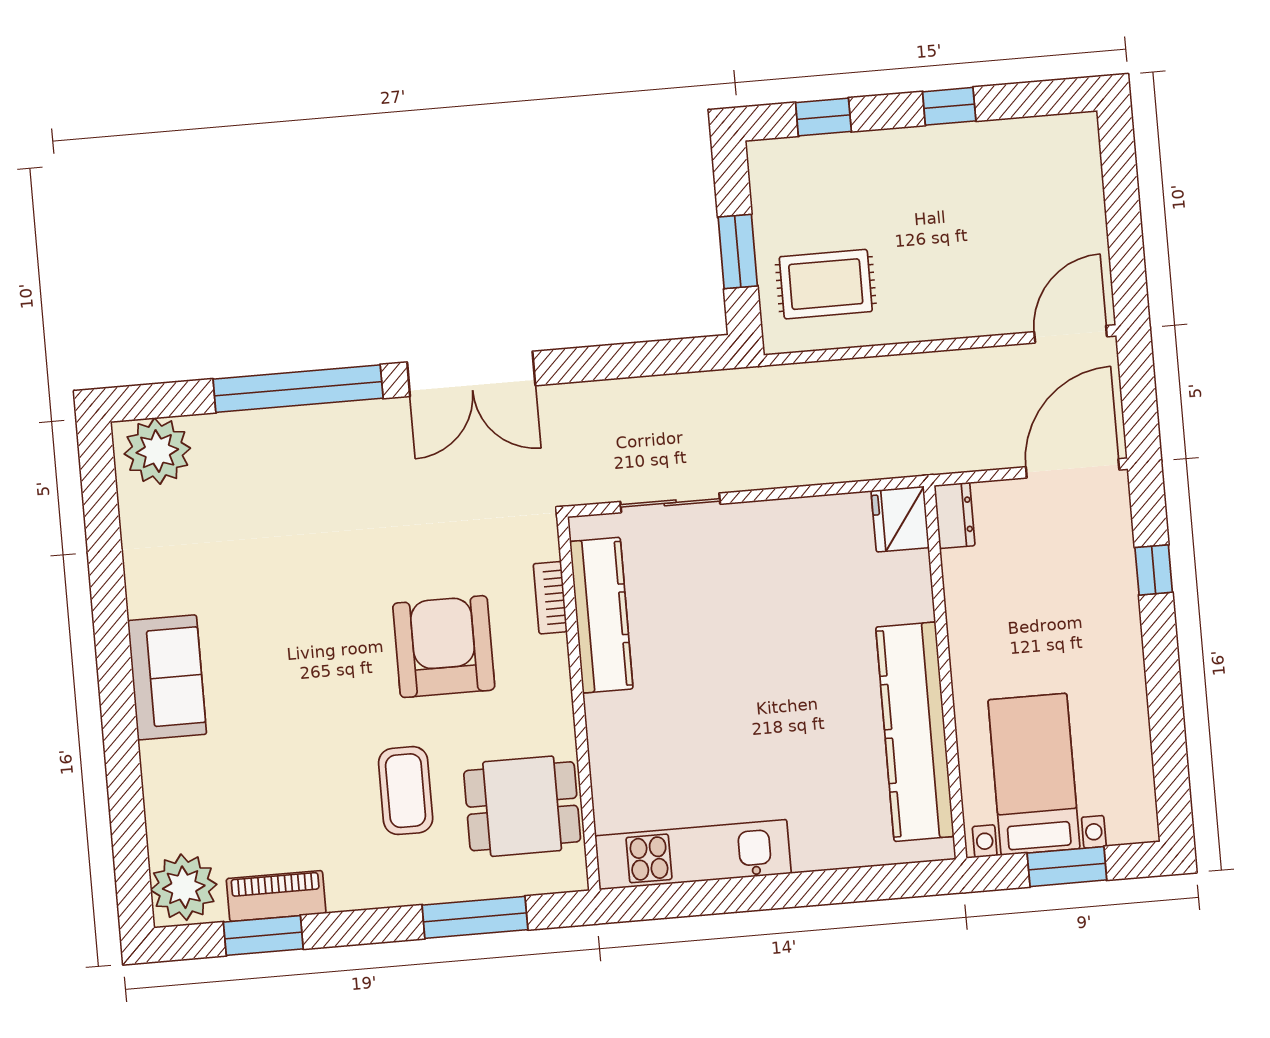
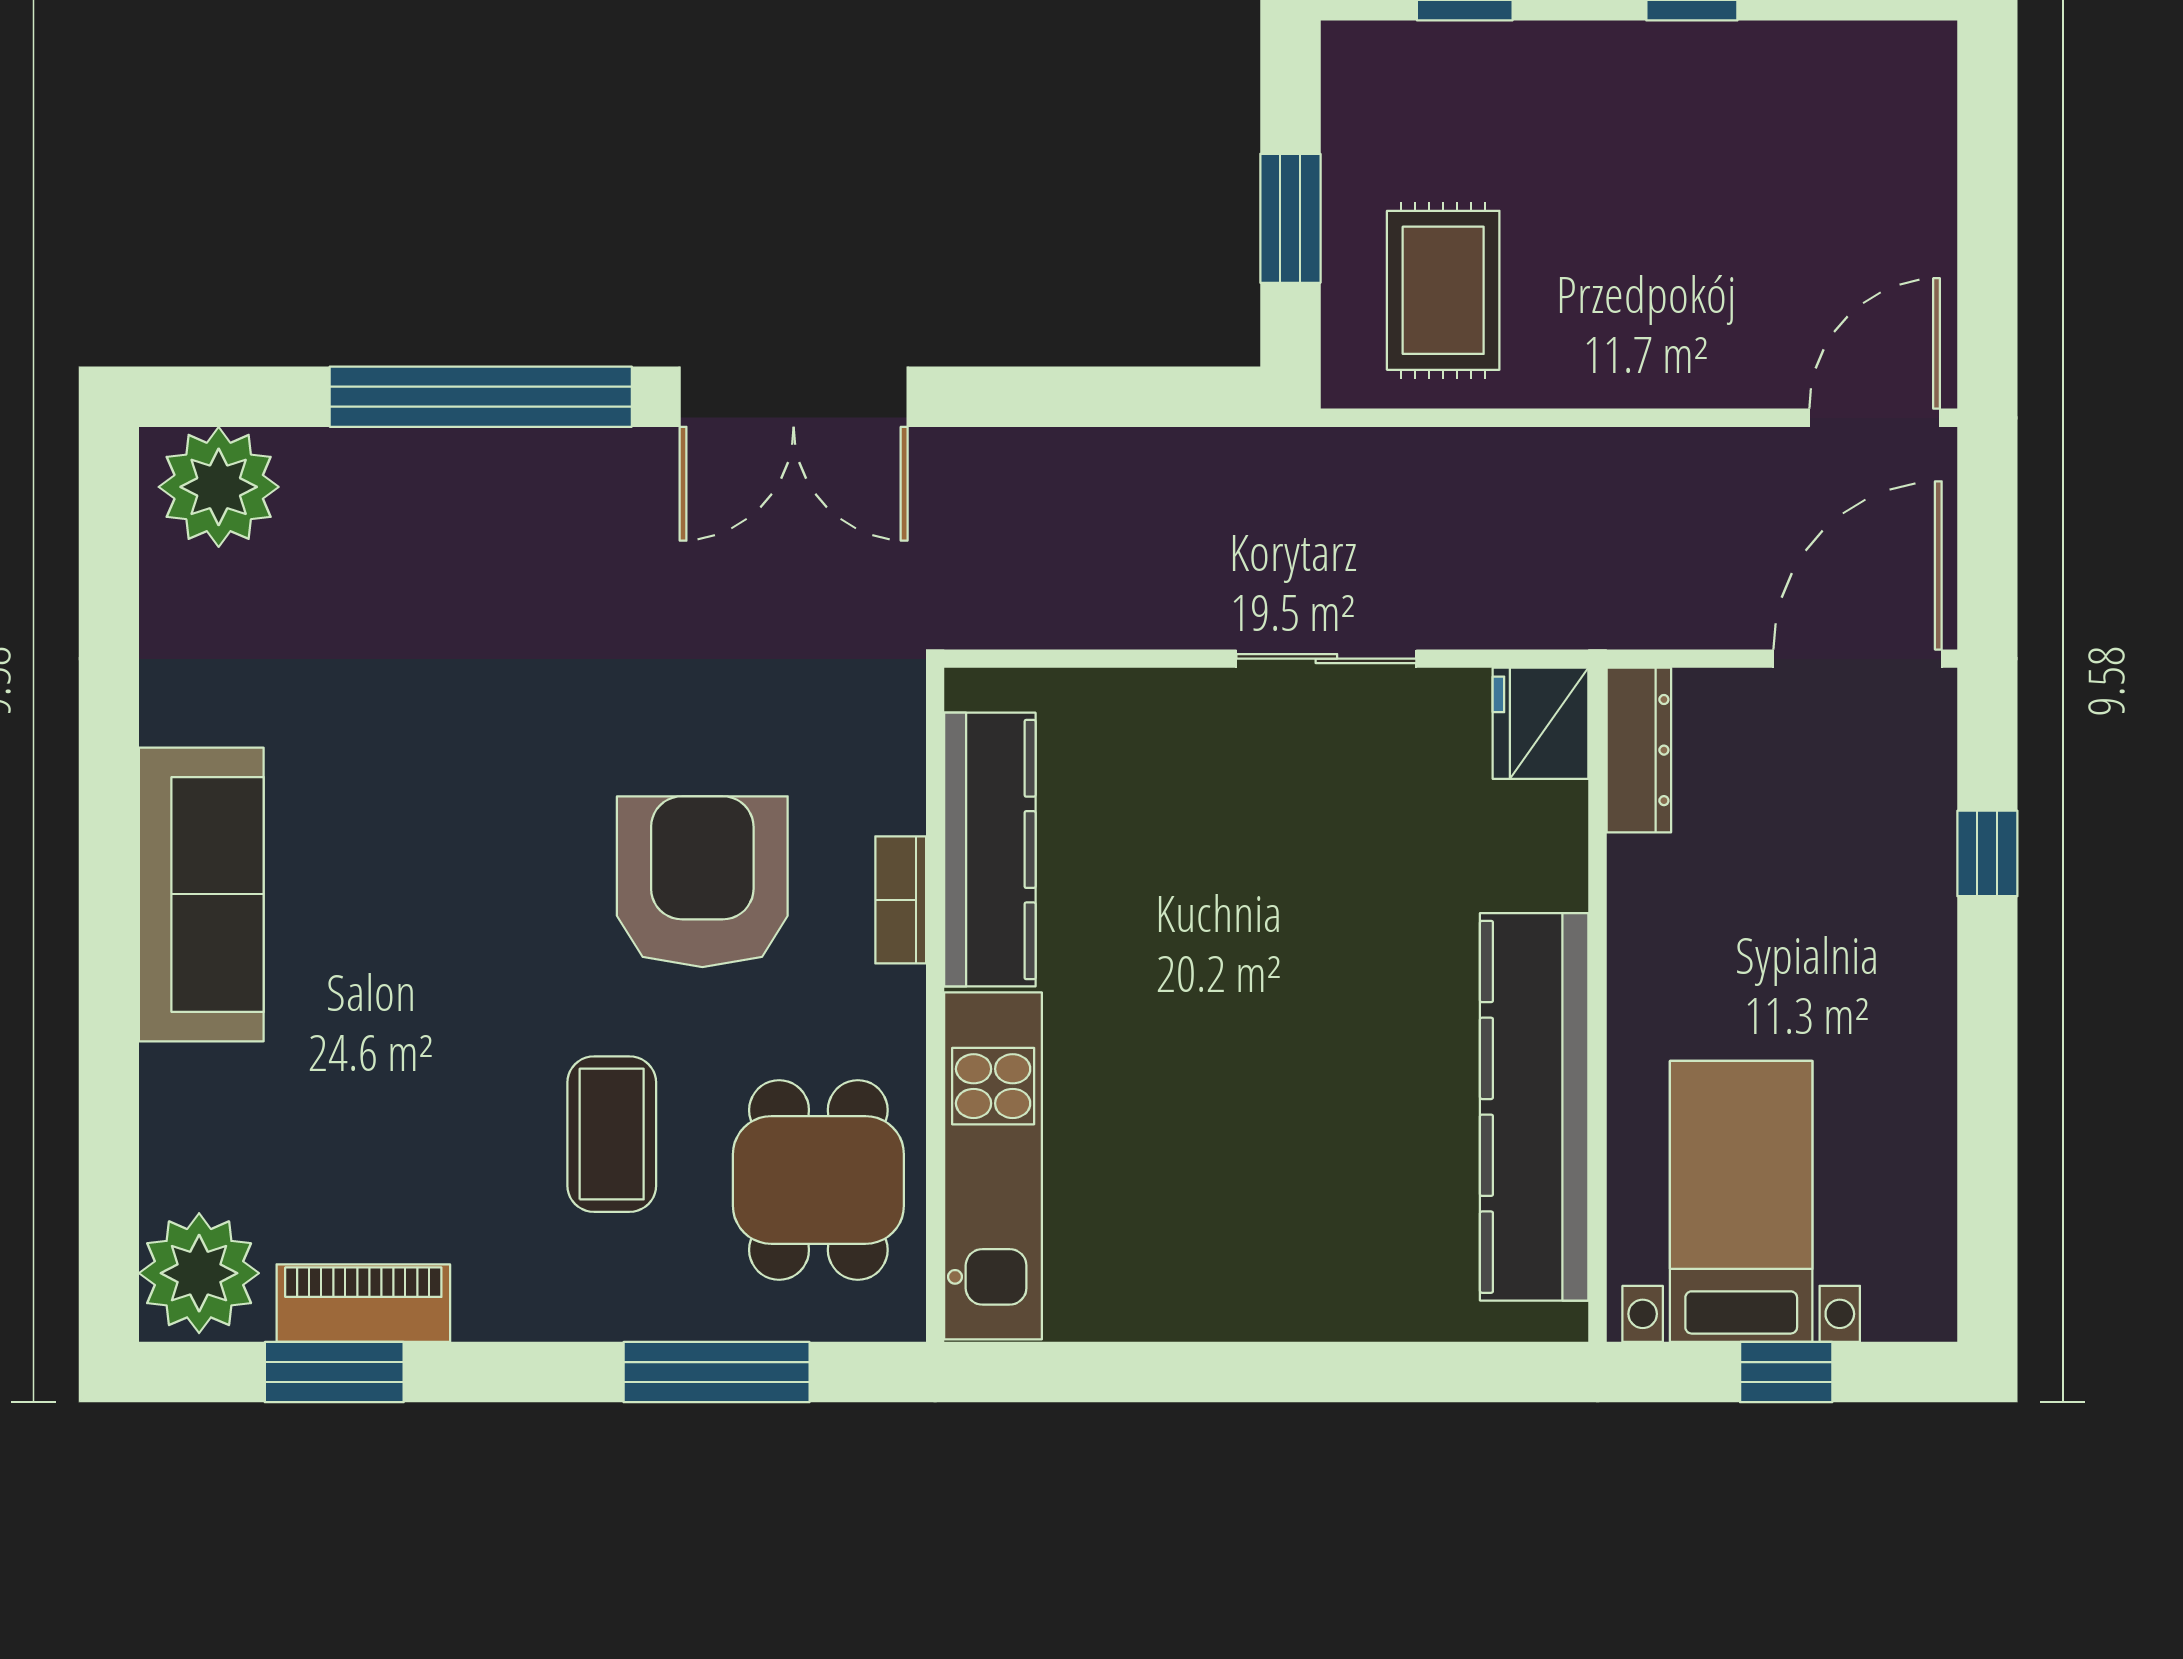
rug: (826, 284) -> (1443, 290), turned 90
sliding door: (670, 503) -> (1326, 659), moved
dresser: (955, 515) -> (1639, 750), width x1.44
bookcase: (550, 598) -> (901, 900), moved
sofa: (167, 677) -> (201, 894), width x1.36
dining table: (522, 806) -> (818, 1180), turned 90
kitchen unit: (693, 855) -> (993, 1166), moved, turned 90
window: (1067, 867) -> (1786, 1372), width x0.67

